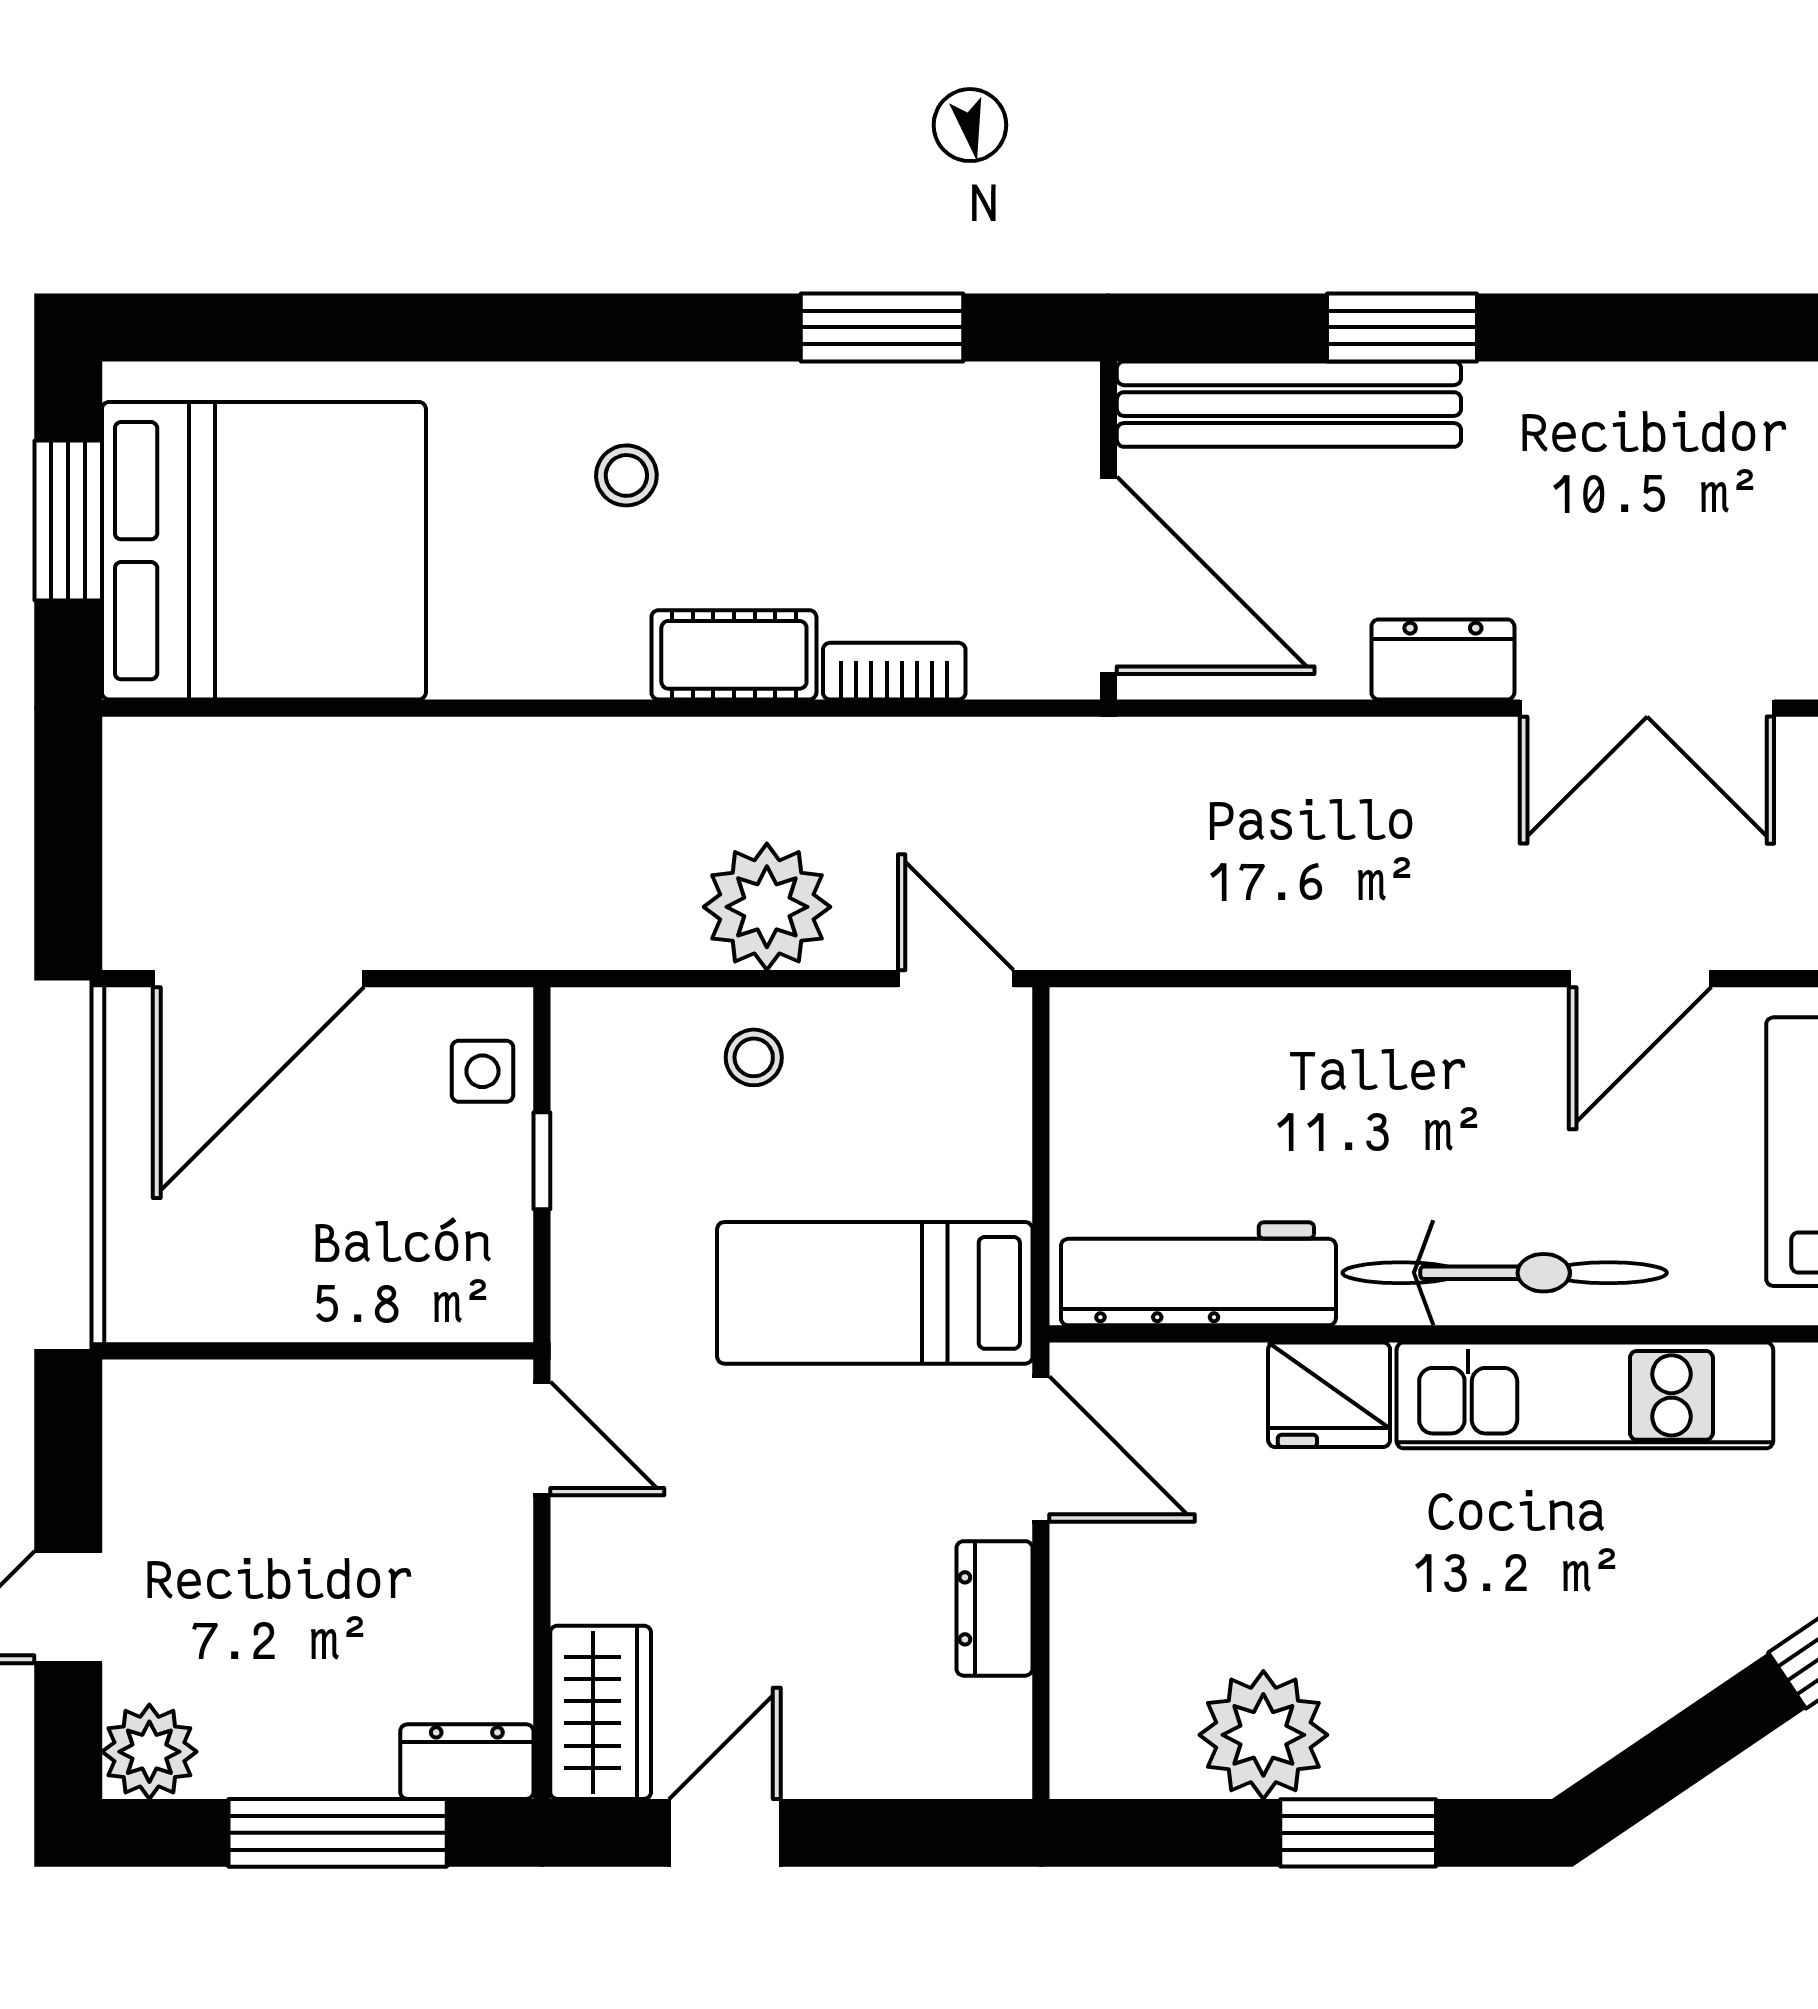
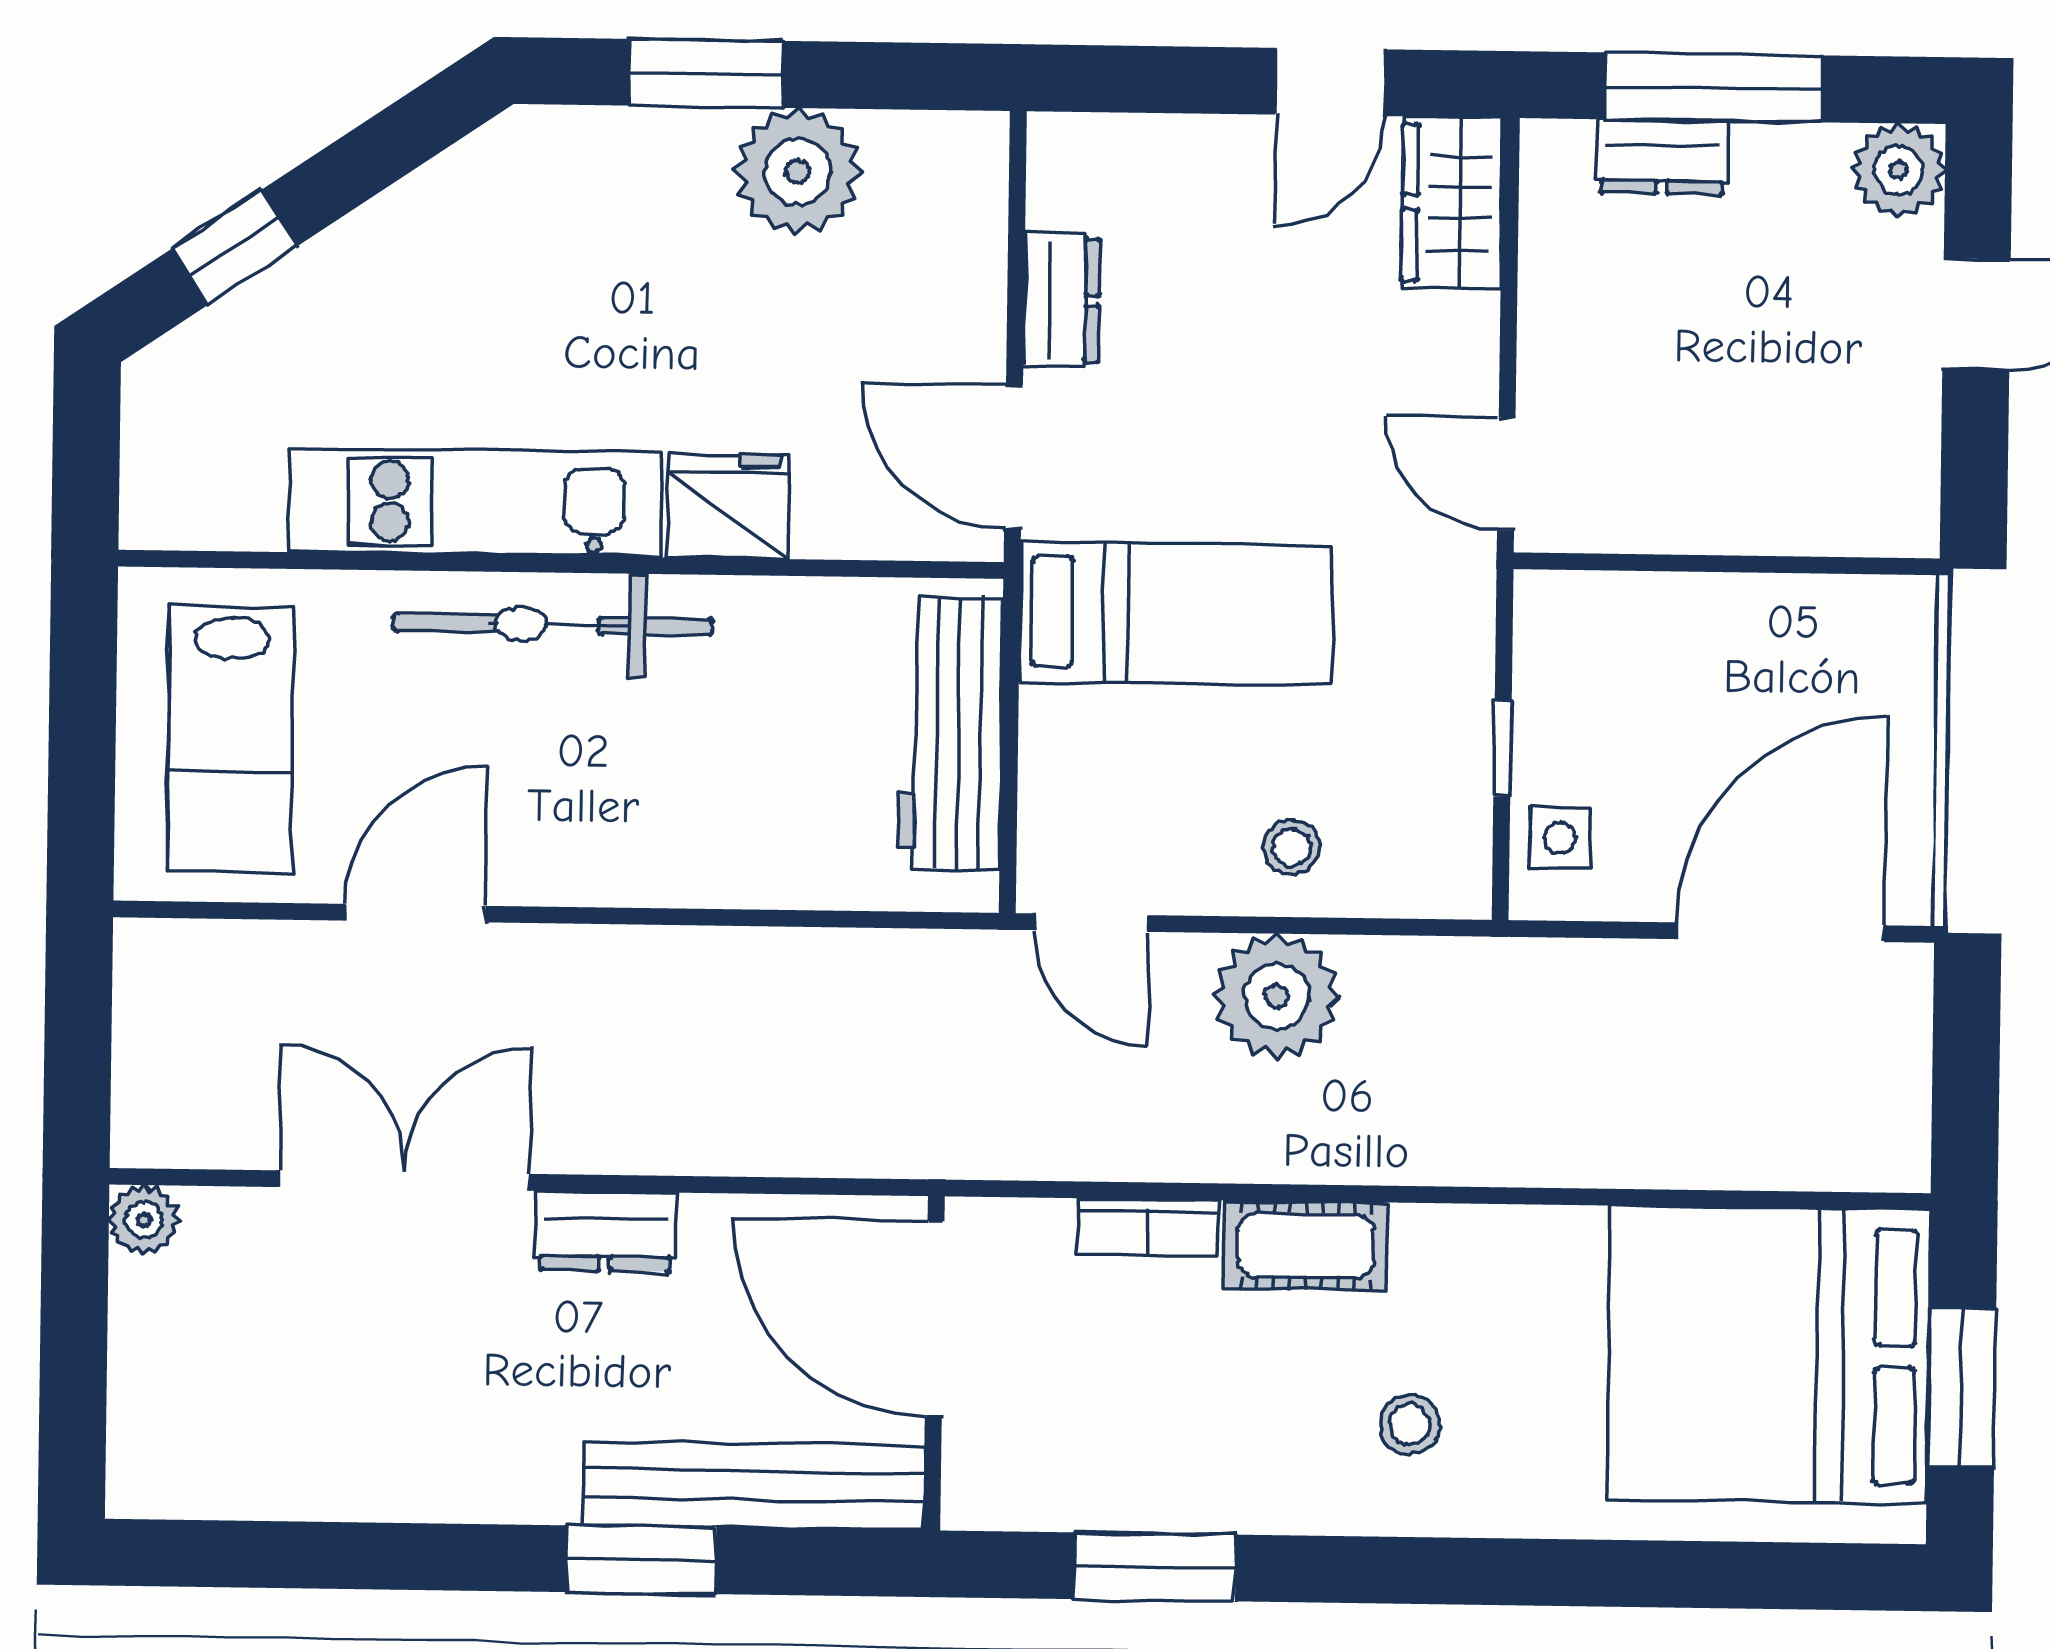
workbench: (1198, 1274) -> (950, 734), moved, turned 90
dresser: (467, 1762) -> (1662, 157), moved

